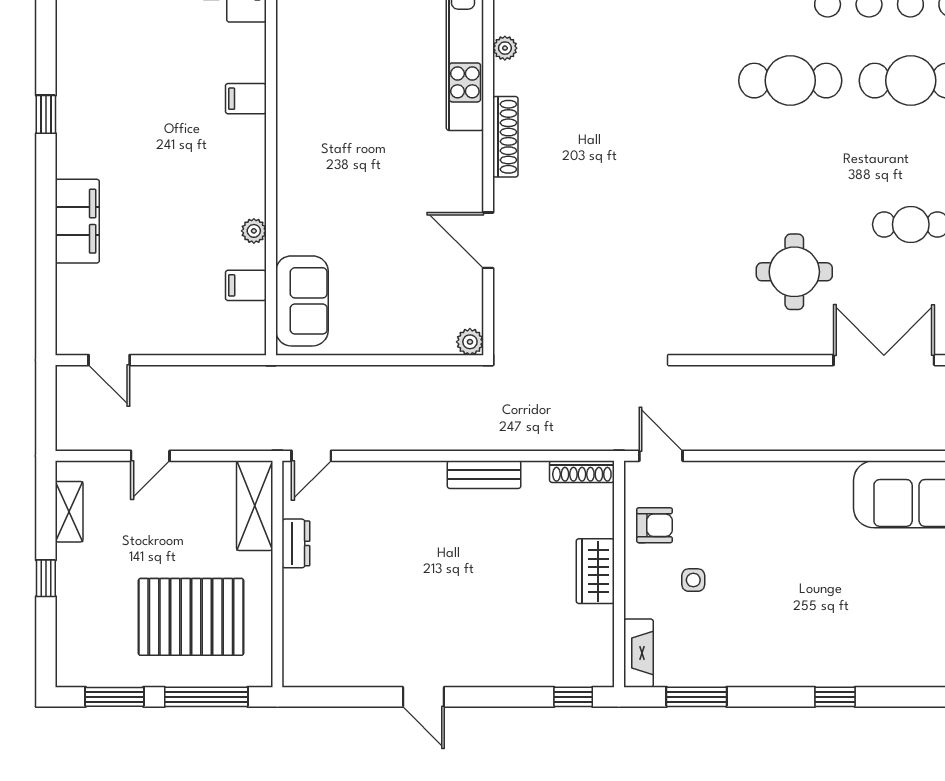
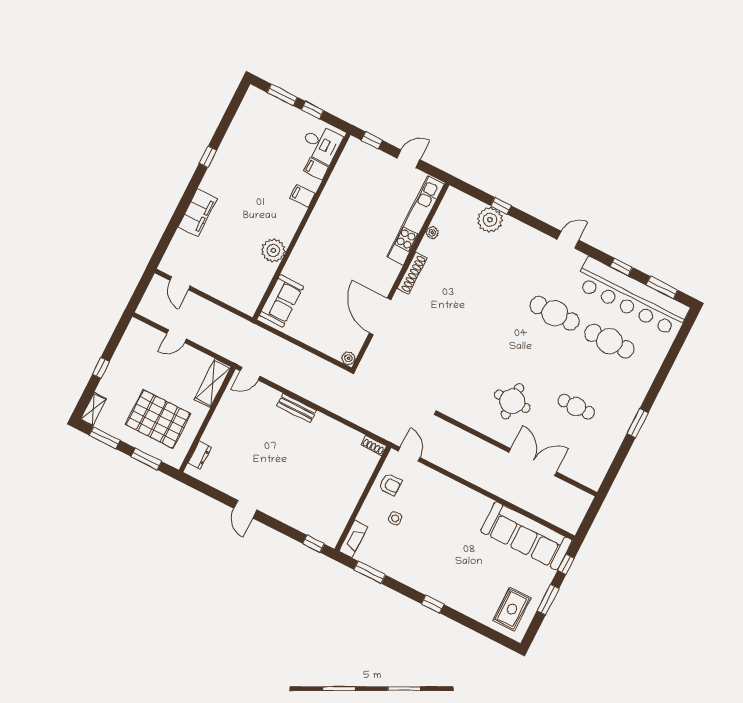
plant: (254, 231) -> (273, 250), width x1.88, depth x1.88
door: (488, 240) -> (380, 316), width x1.36
filing cabinet: (246, 285) -> (316, 169), moved
shoe rack: (582, 472) -> (374, 445), width x0.70
bench: (484, 475) -> (297, 408), moved
shelving: (69, 512) -> (93, 409), moved
dresser: (296, 543) -> (200, 455), moved
wardrobe: (595, 571) -> (353, 492), removed
window: (206, 697) -> (146, 459), width x0.69

